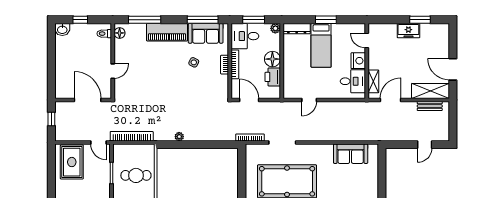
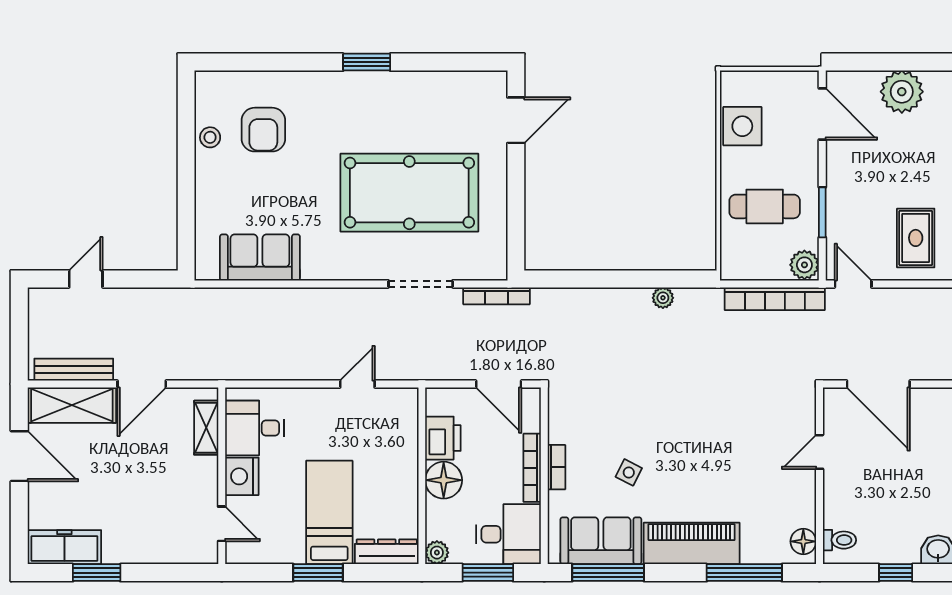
freezer: (408, 31) -> (64, 547), moved, width x1.40
door: (391, 100) -> (142, 384), moved
bench: (430, 106) -> (74, 370), width x1.36
plant: (119, 151) -> (804, 265), added
rug: (72, 162) -> (916, 238), width x0.73, depth x0.70

